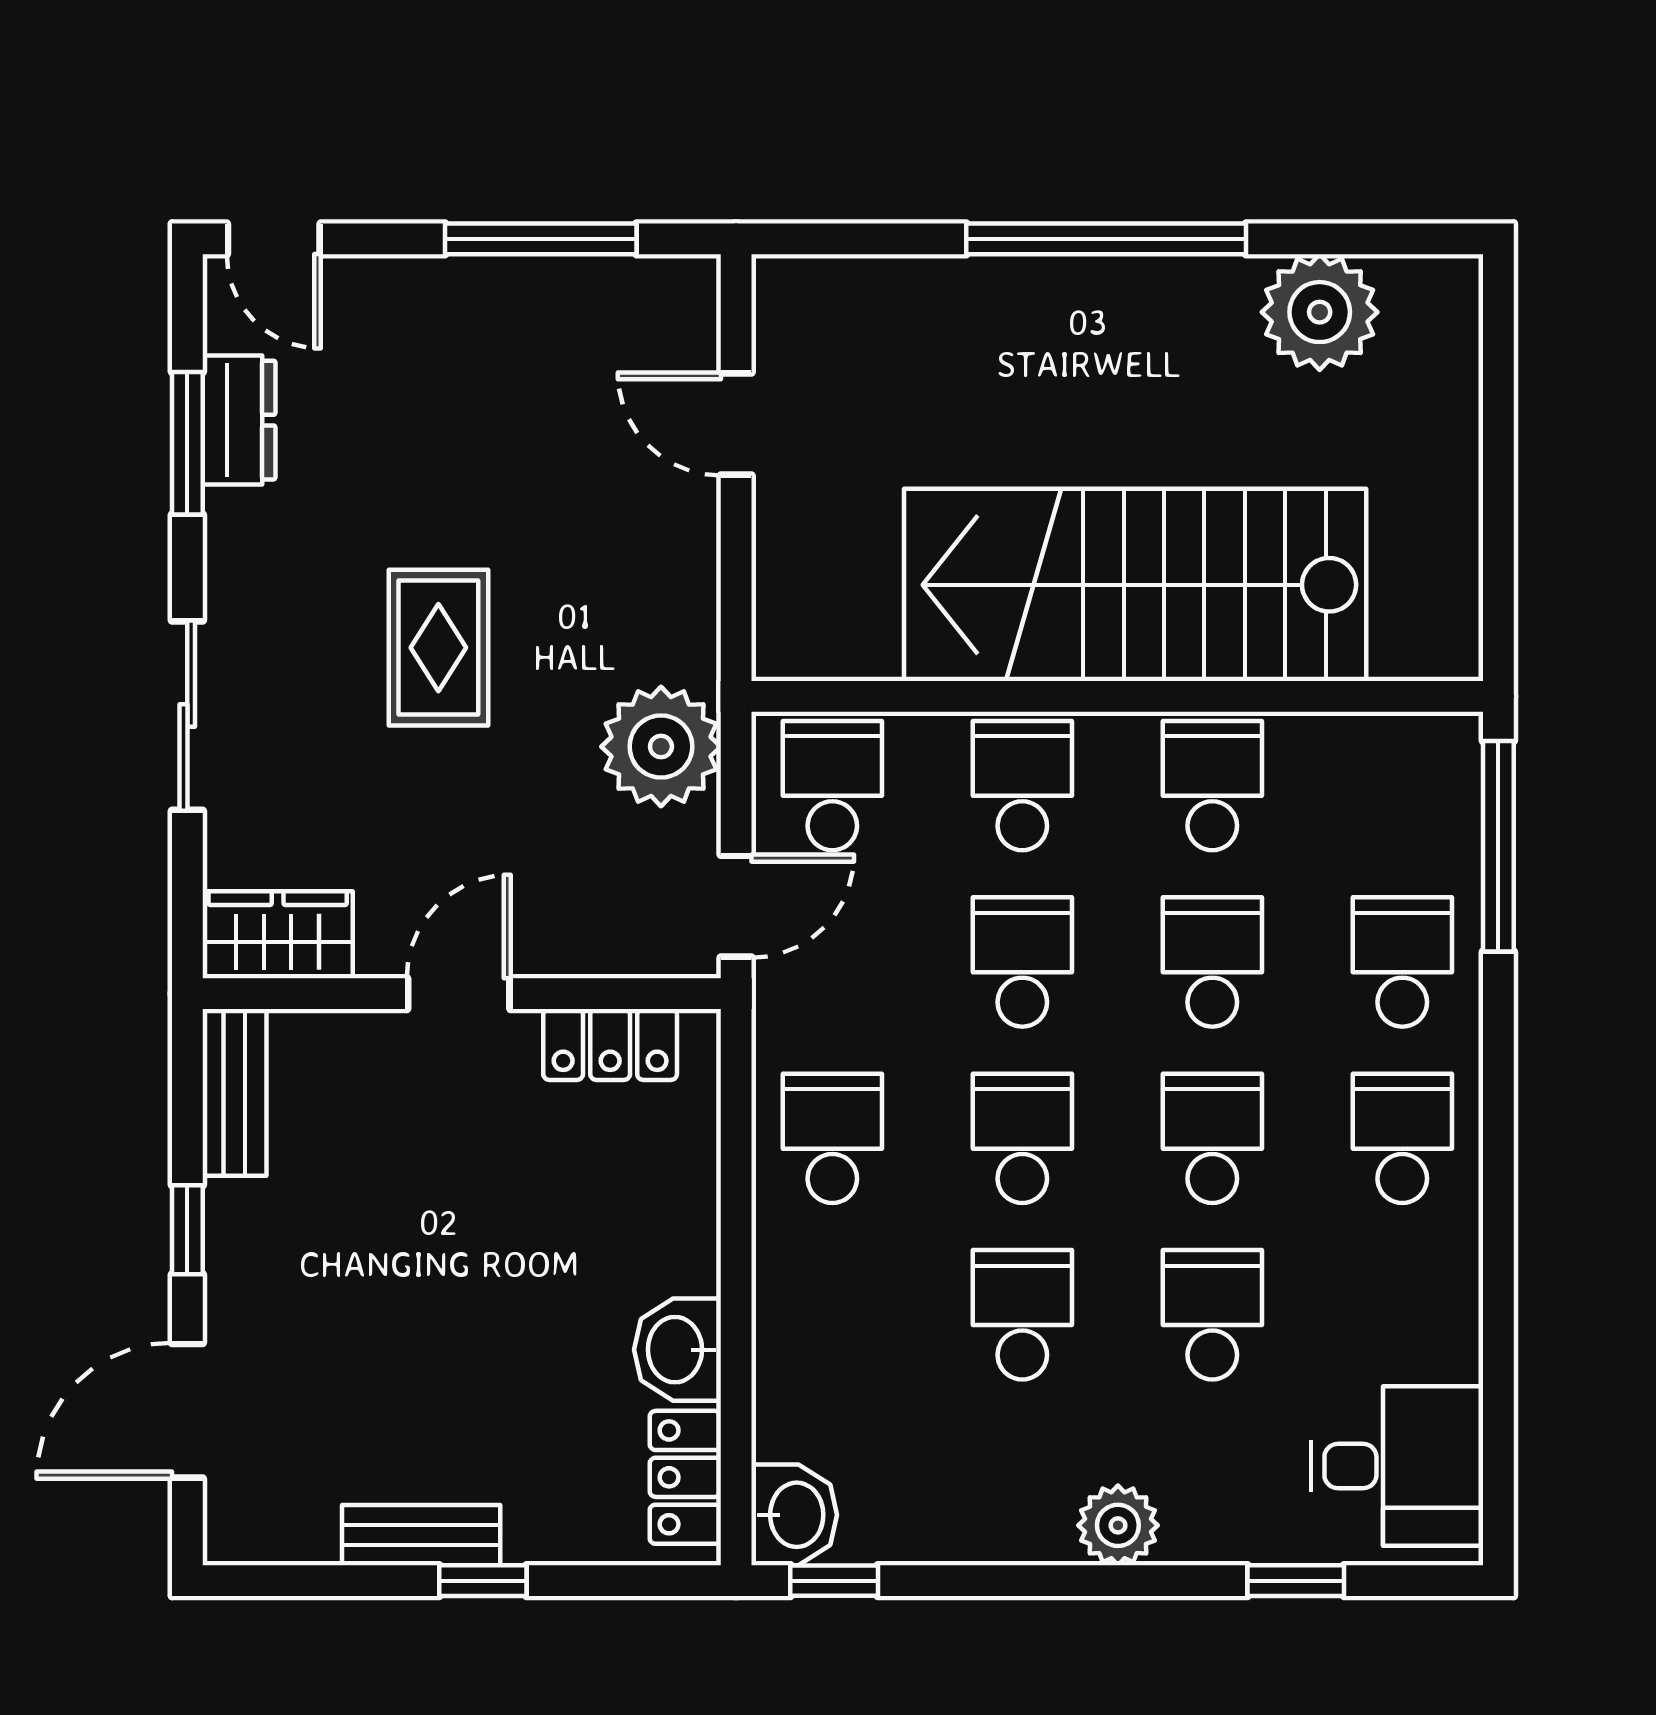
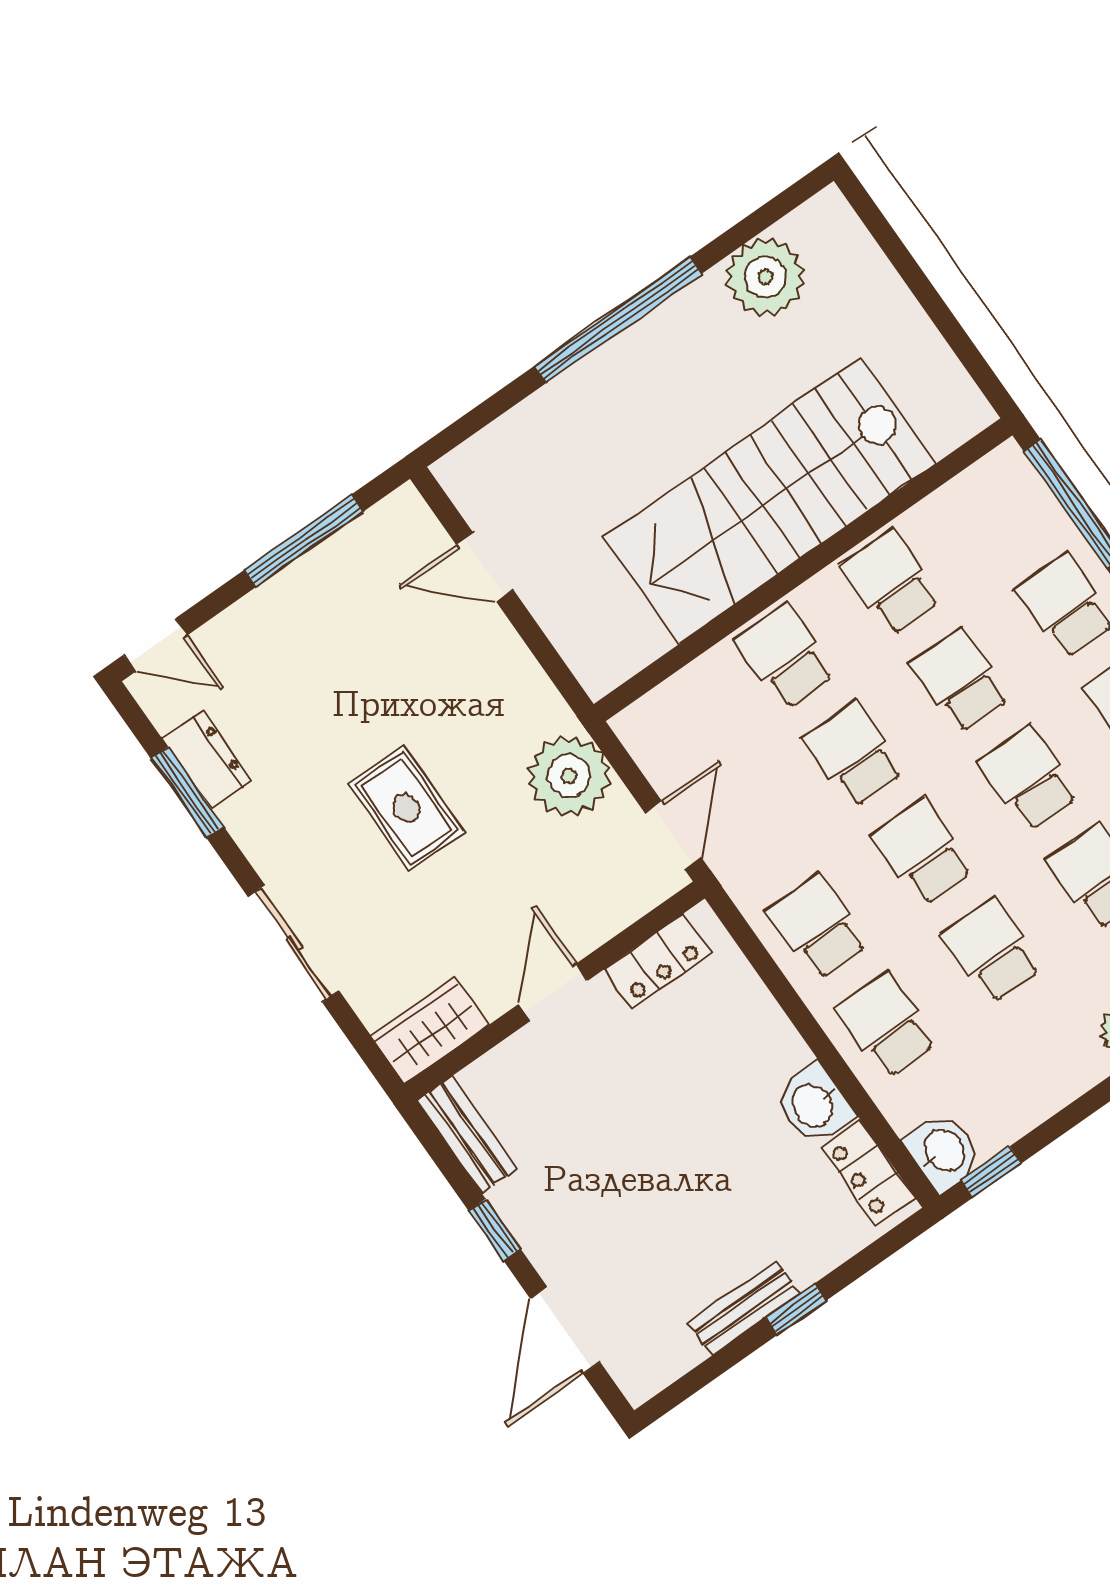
school desk: (832, 786) -> (886, 1025), moved

